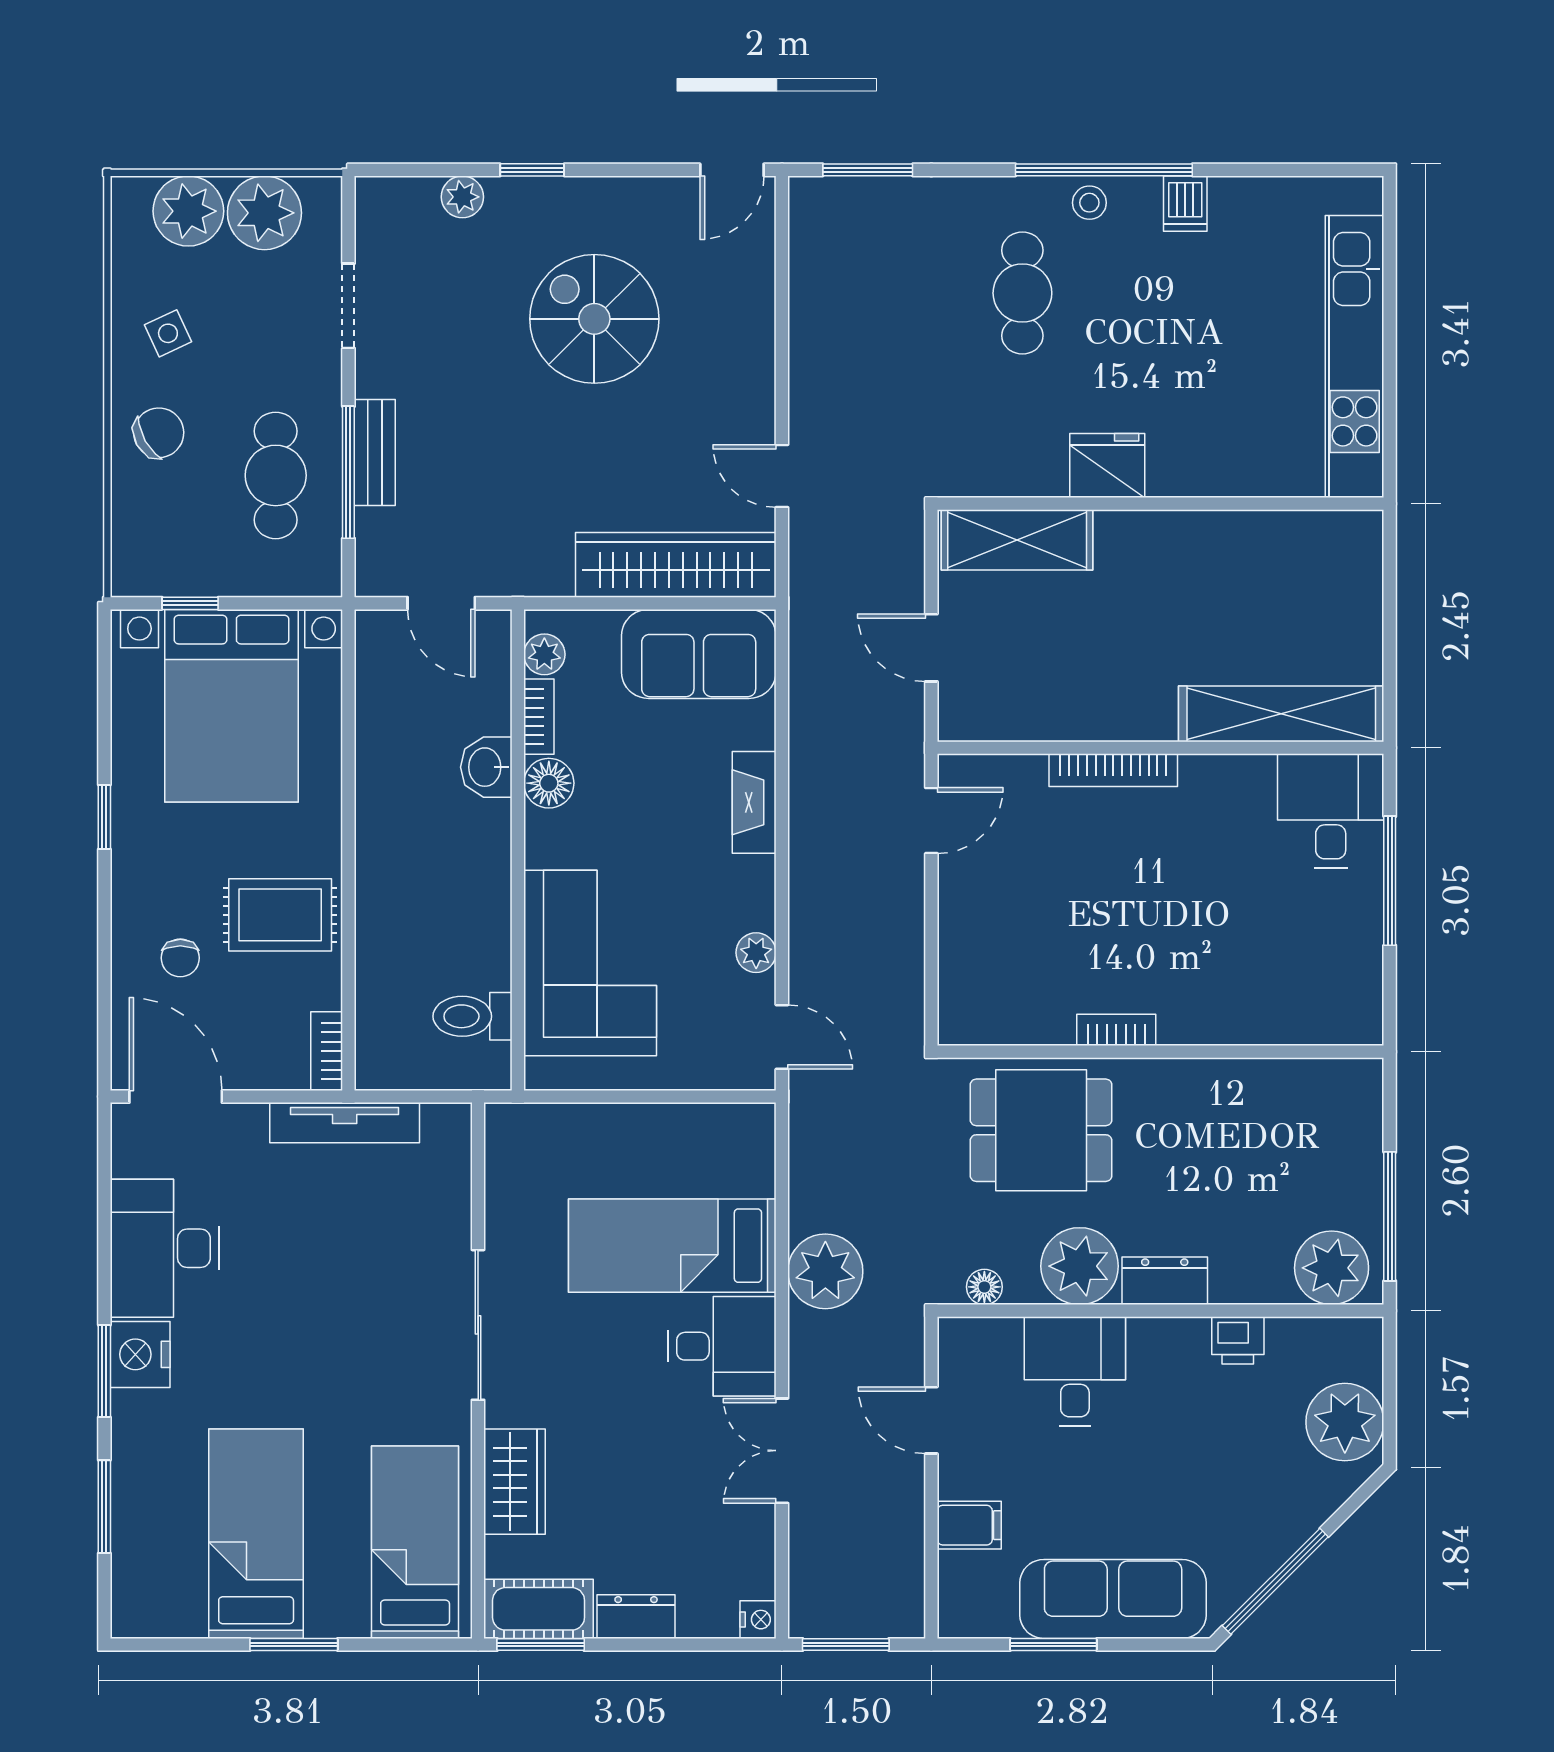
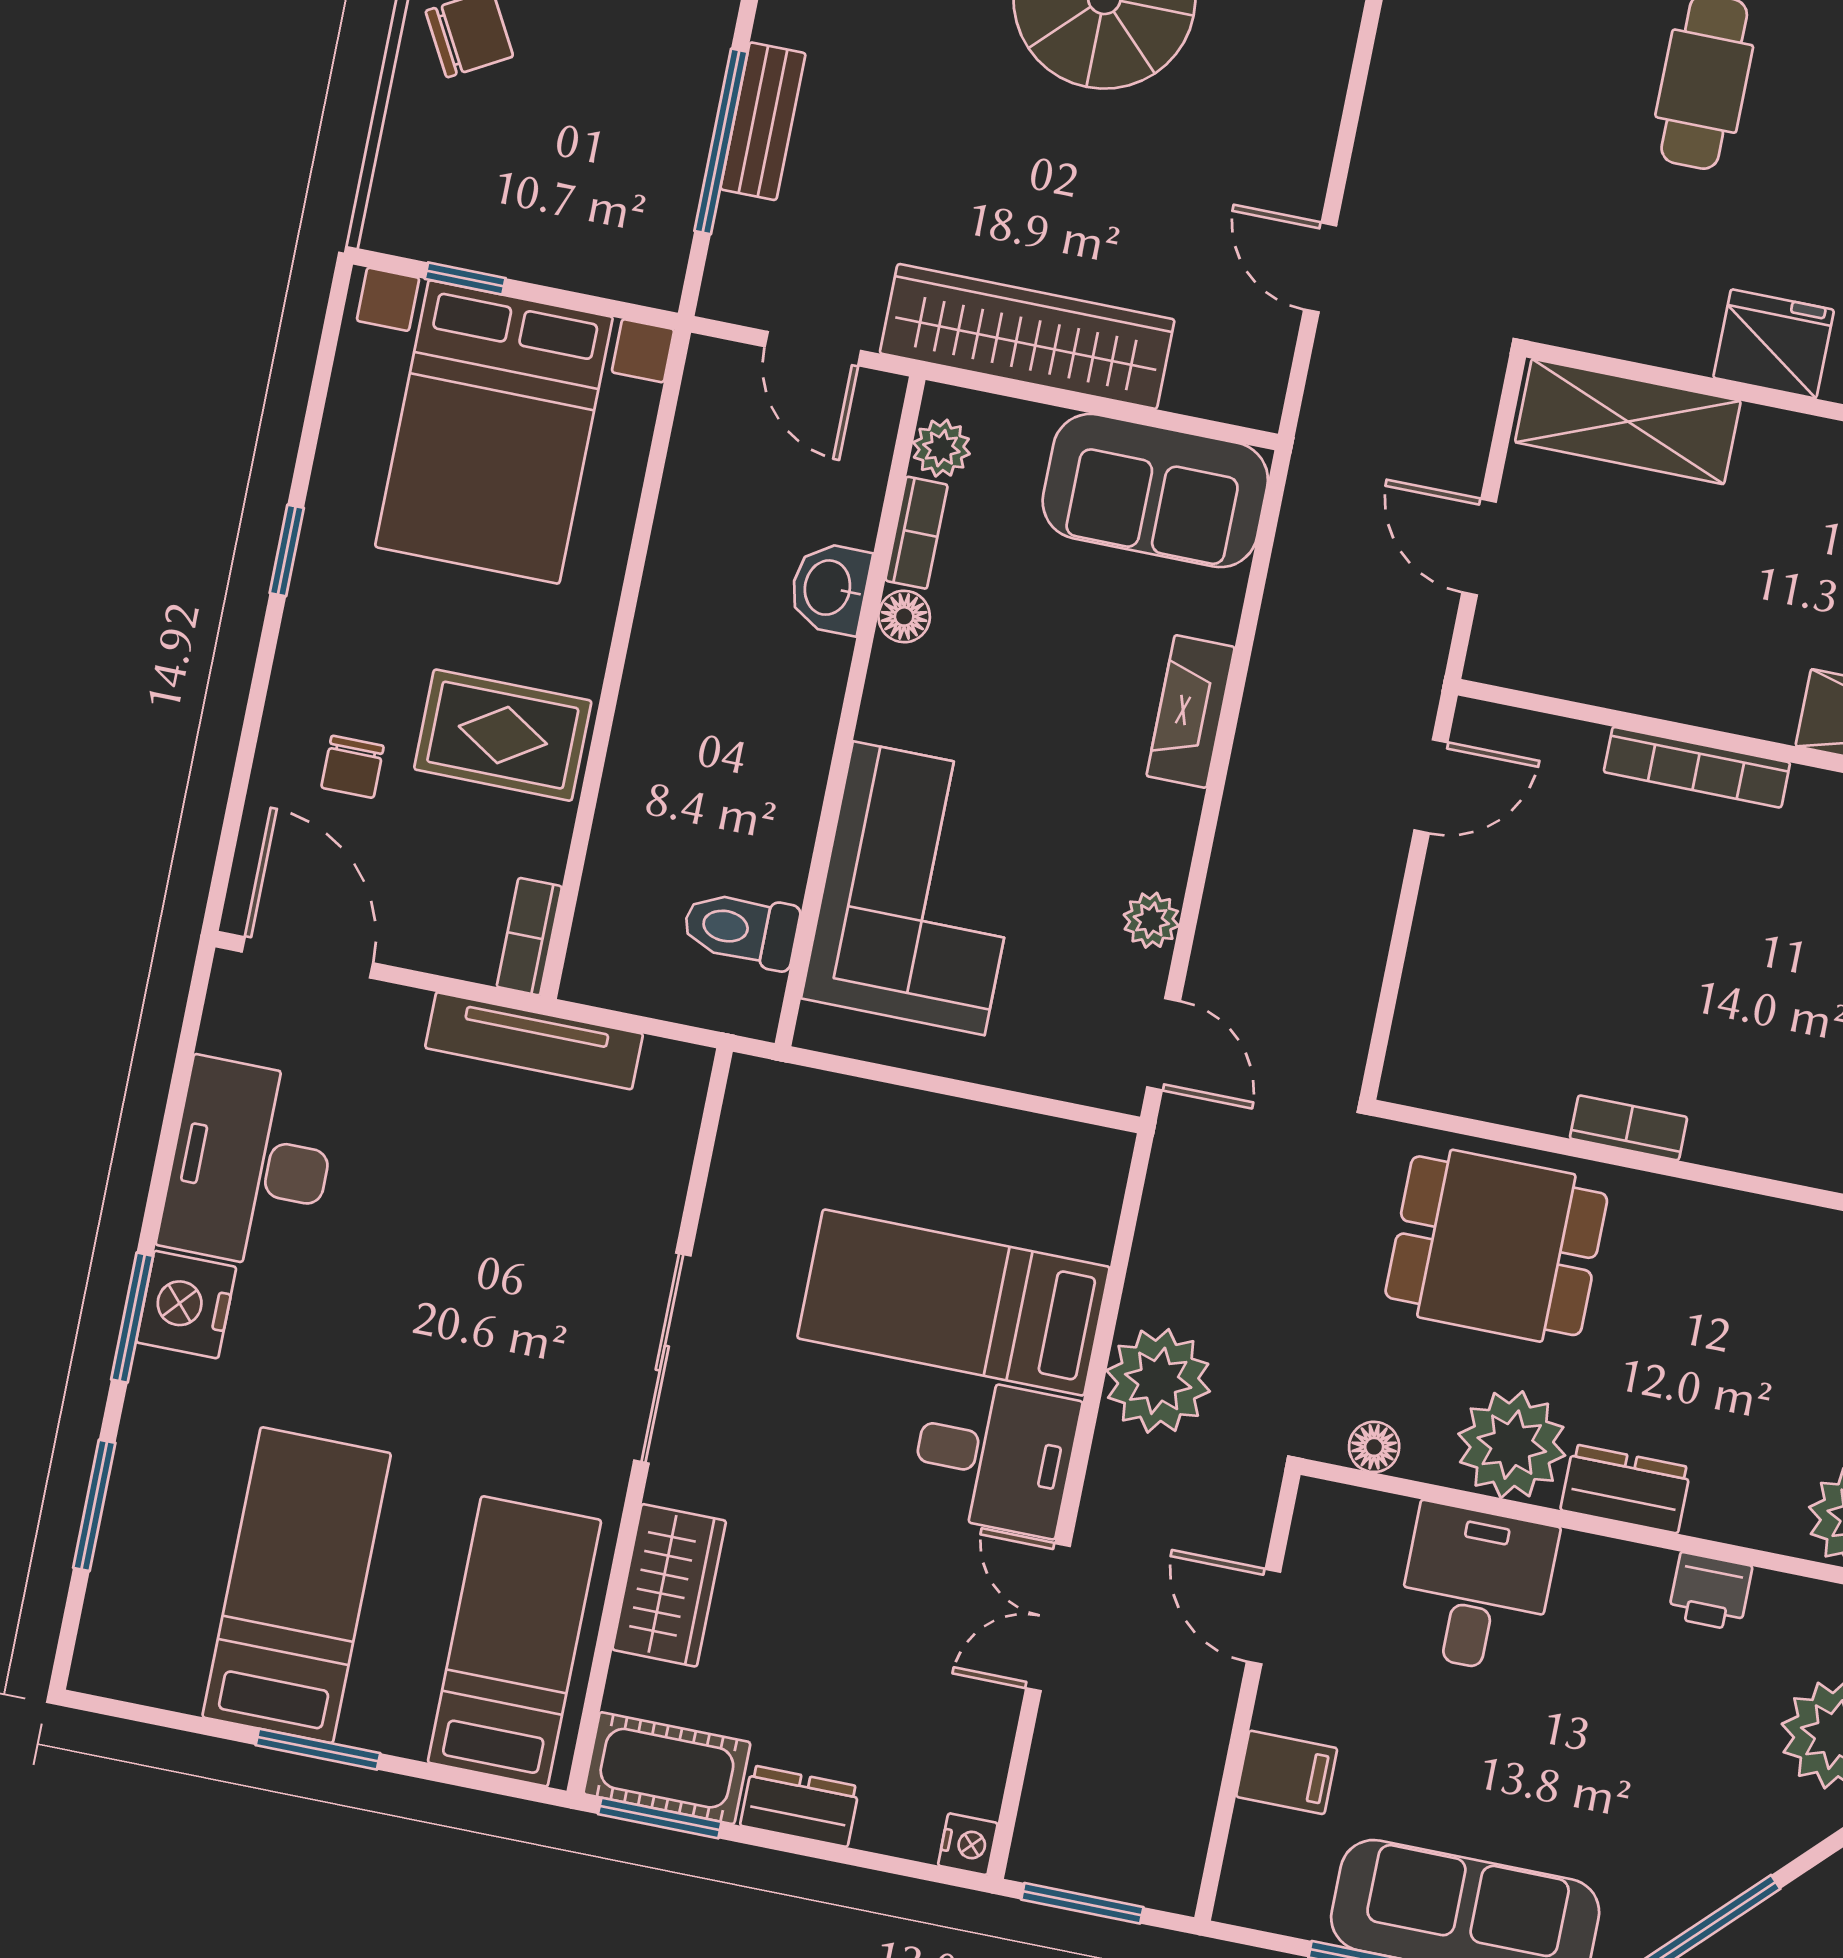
cafe table: (276, 475) -> (619, 125), removed
wardrobe: (676, 565) -> (1027, 336), moved
floor lamp: (549, 783) -> (904, 616), width x0.73, depth x0.73

